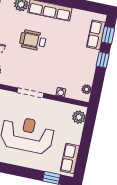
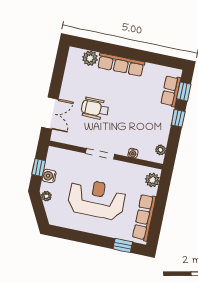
wheelchair: (33, 40) -> (95, 109), moved
row of seats: (70, 158) -> (144, 217), width x1.48

